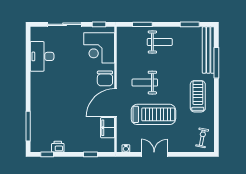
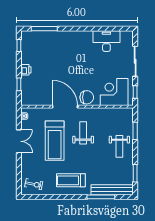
chair: (105, 78) -> (87, 97), turned 180
treadmill: (198, 96) -> (71, 180), turned 180
filing cabinet: (108, 128) -> (43, 100), removed
printer: (58, 147) -> (26, 70), moved

